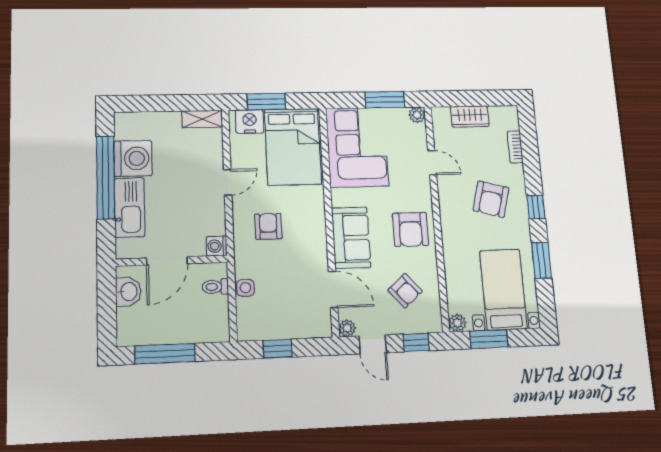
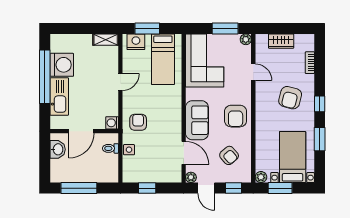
bed: (293, 147) -> (163, 59), width x0.67
armchair: (268, 226) -> (138, 122), moved

